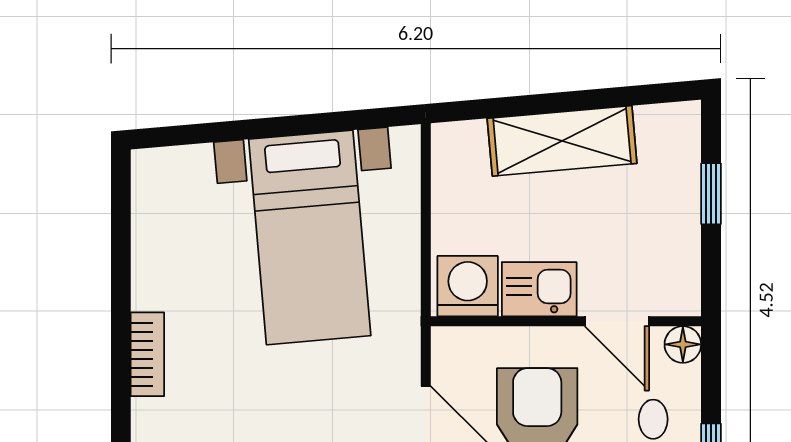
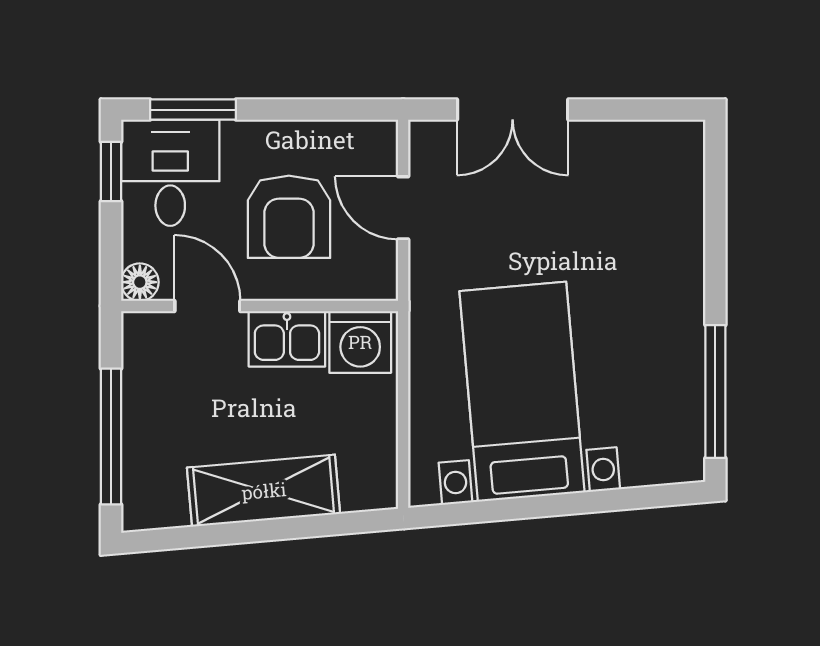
window: (711, 194) -> (111, 436), width x2.17
window: (121, 238) -> (715, 392), added
bookcase: (147, 354) -> (688, 272), removed

